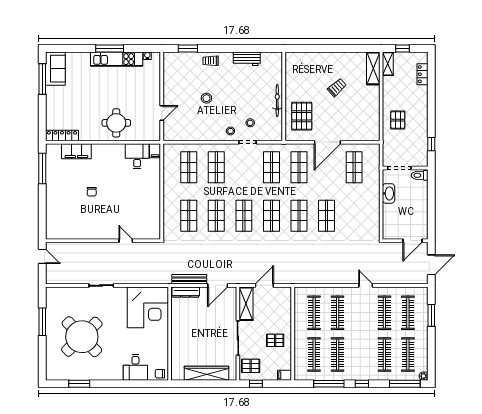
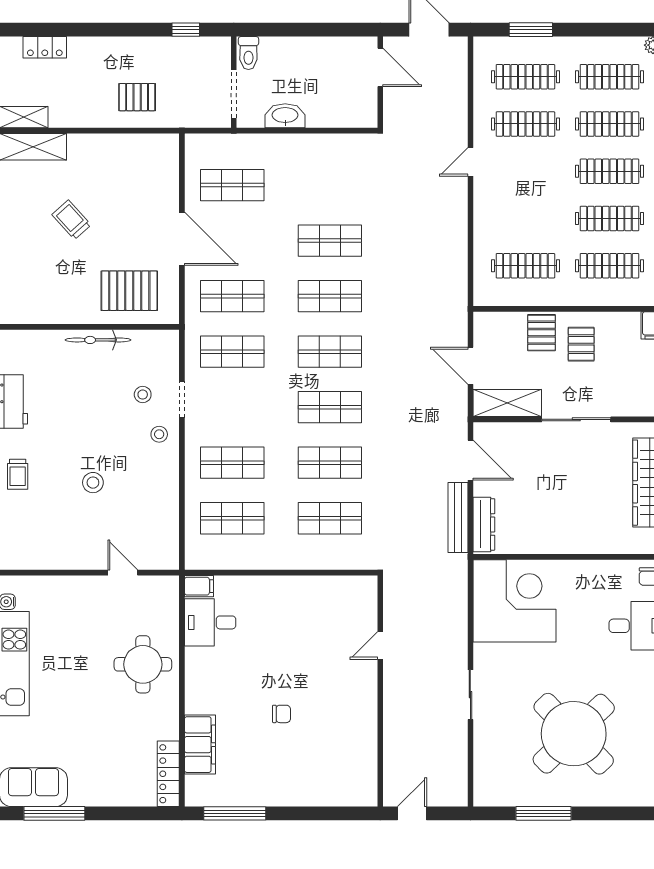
clothes rail: (338, 313) -> (609, 171), moved
pallet: (251, 366) -> (542, 333), moved

